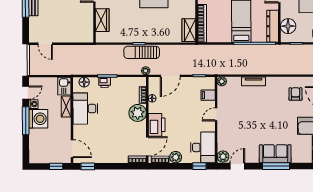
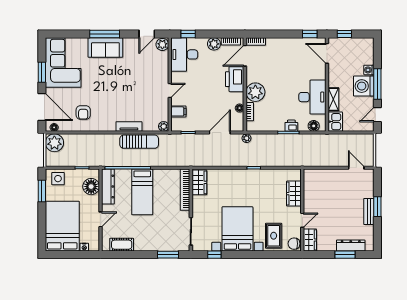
sun lounger: (142, 52) -> (139, 142), moved
washing machine: (33, 104) -> (369, 70), moved

